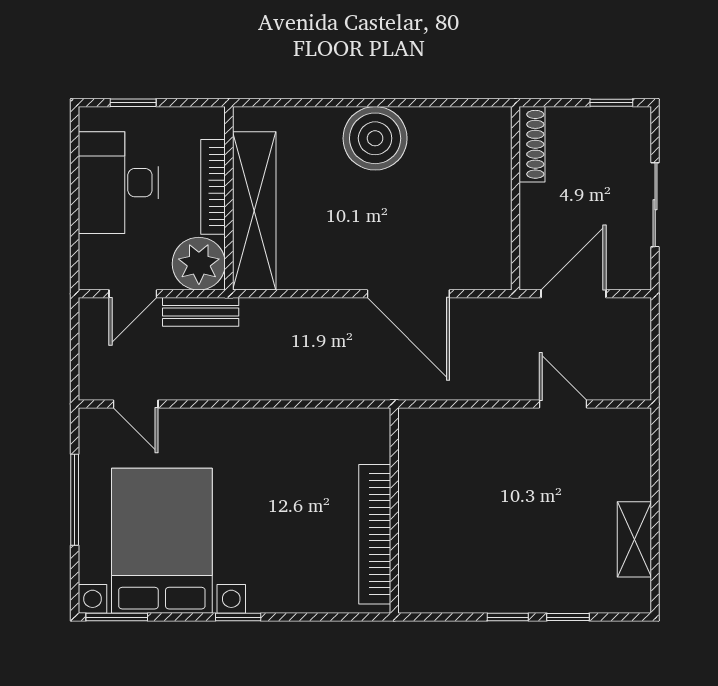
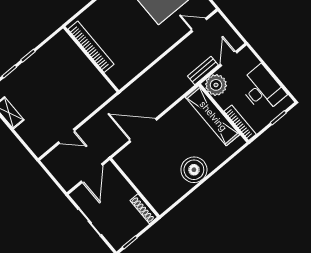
bookcase: (213, 187) -> (240, 123), moved

